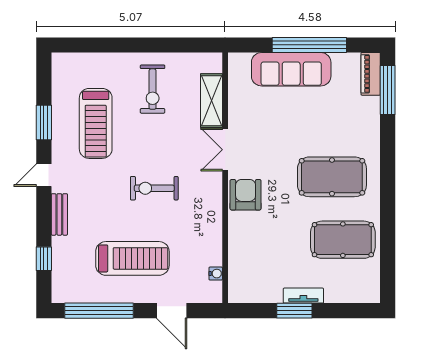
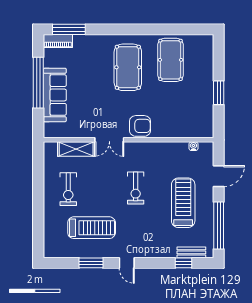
exercise bike: (153, 89) -> (68, 189), turned 90
armchair: (246, 195) -> (140, 126), turned 180
bench: (59, 214) -> (191, 252), moved
tv unit: (303, 296) -> (208, 87), removed

